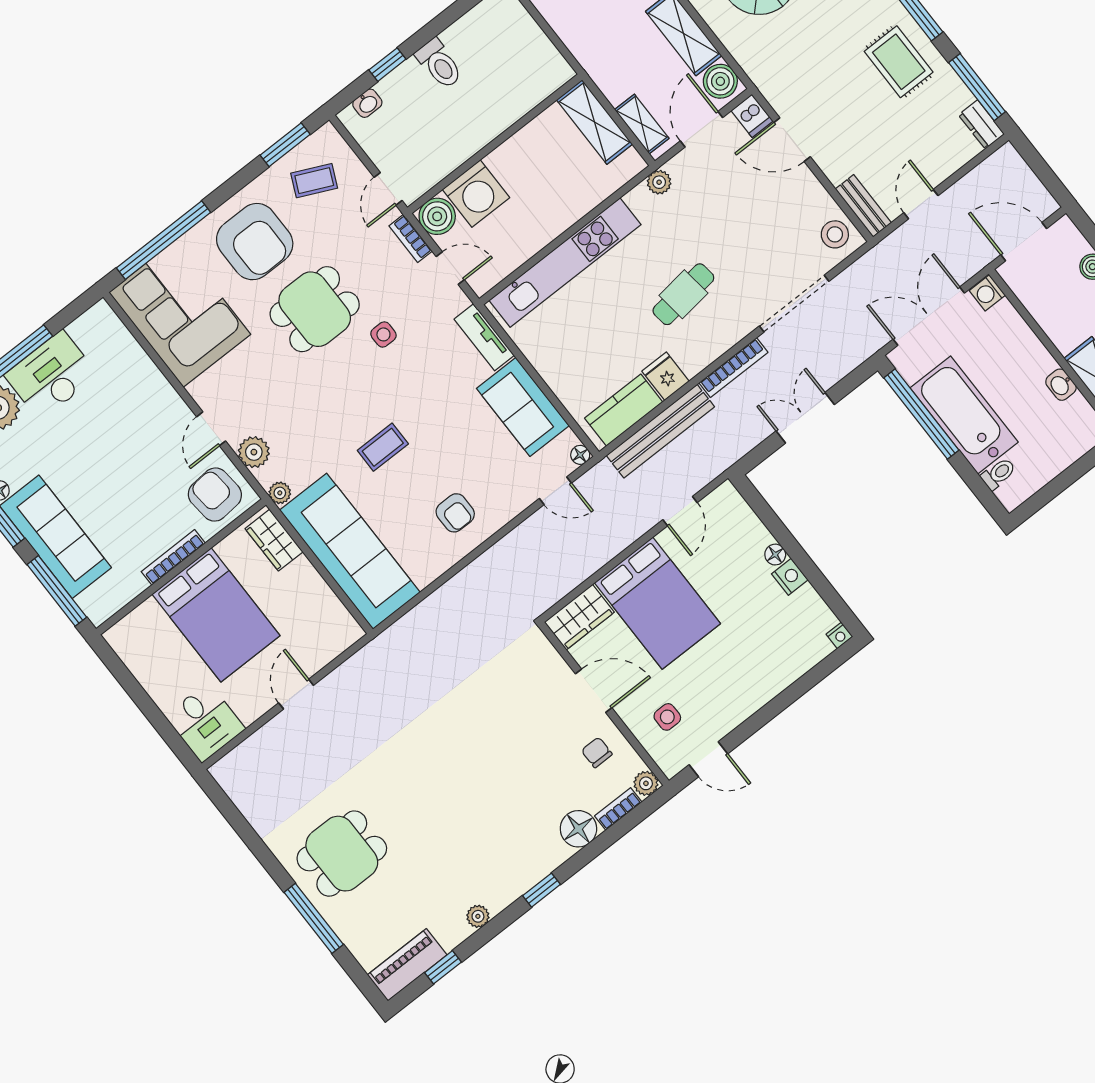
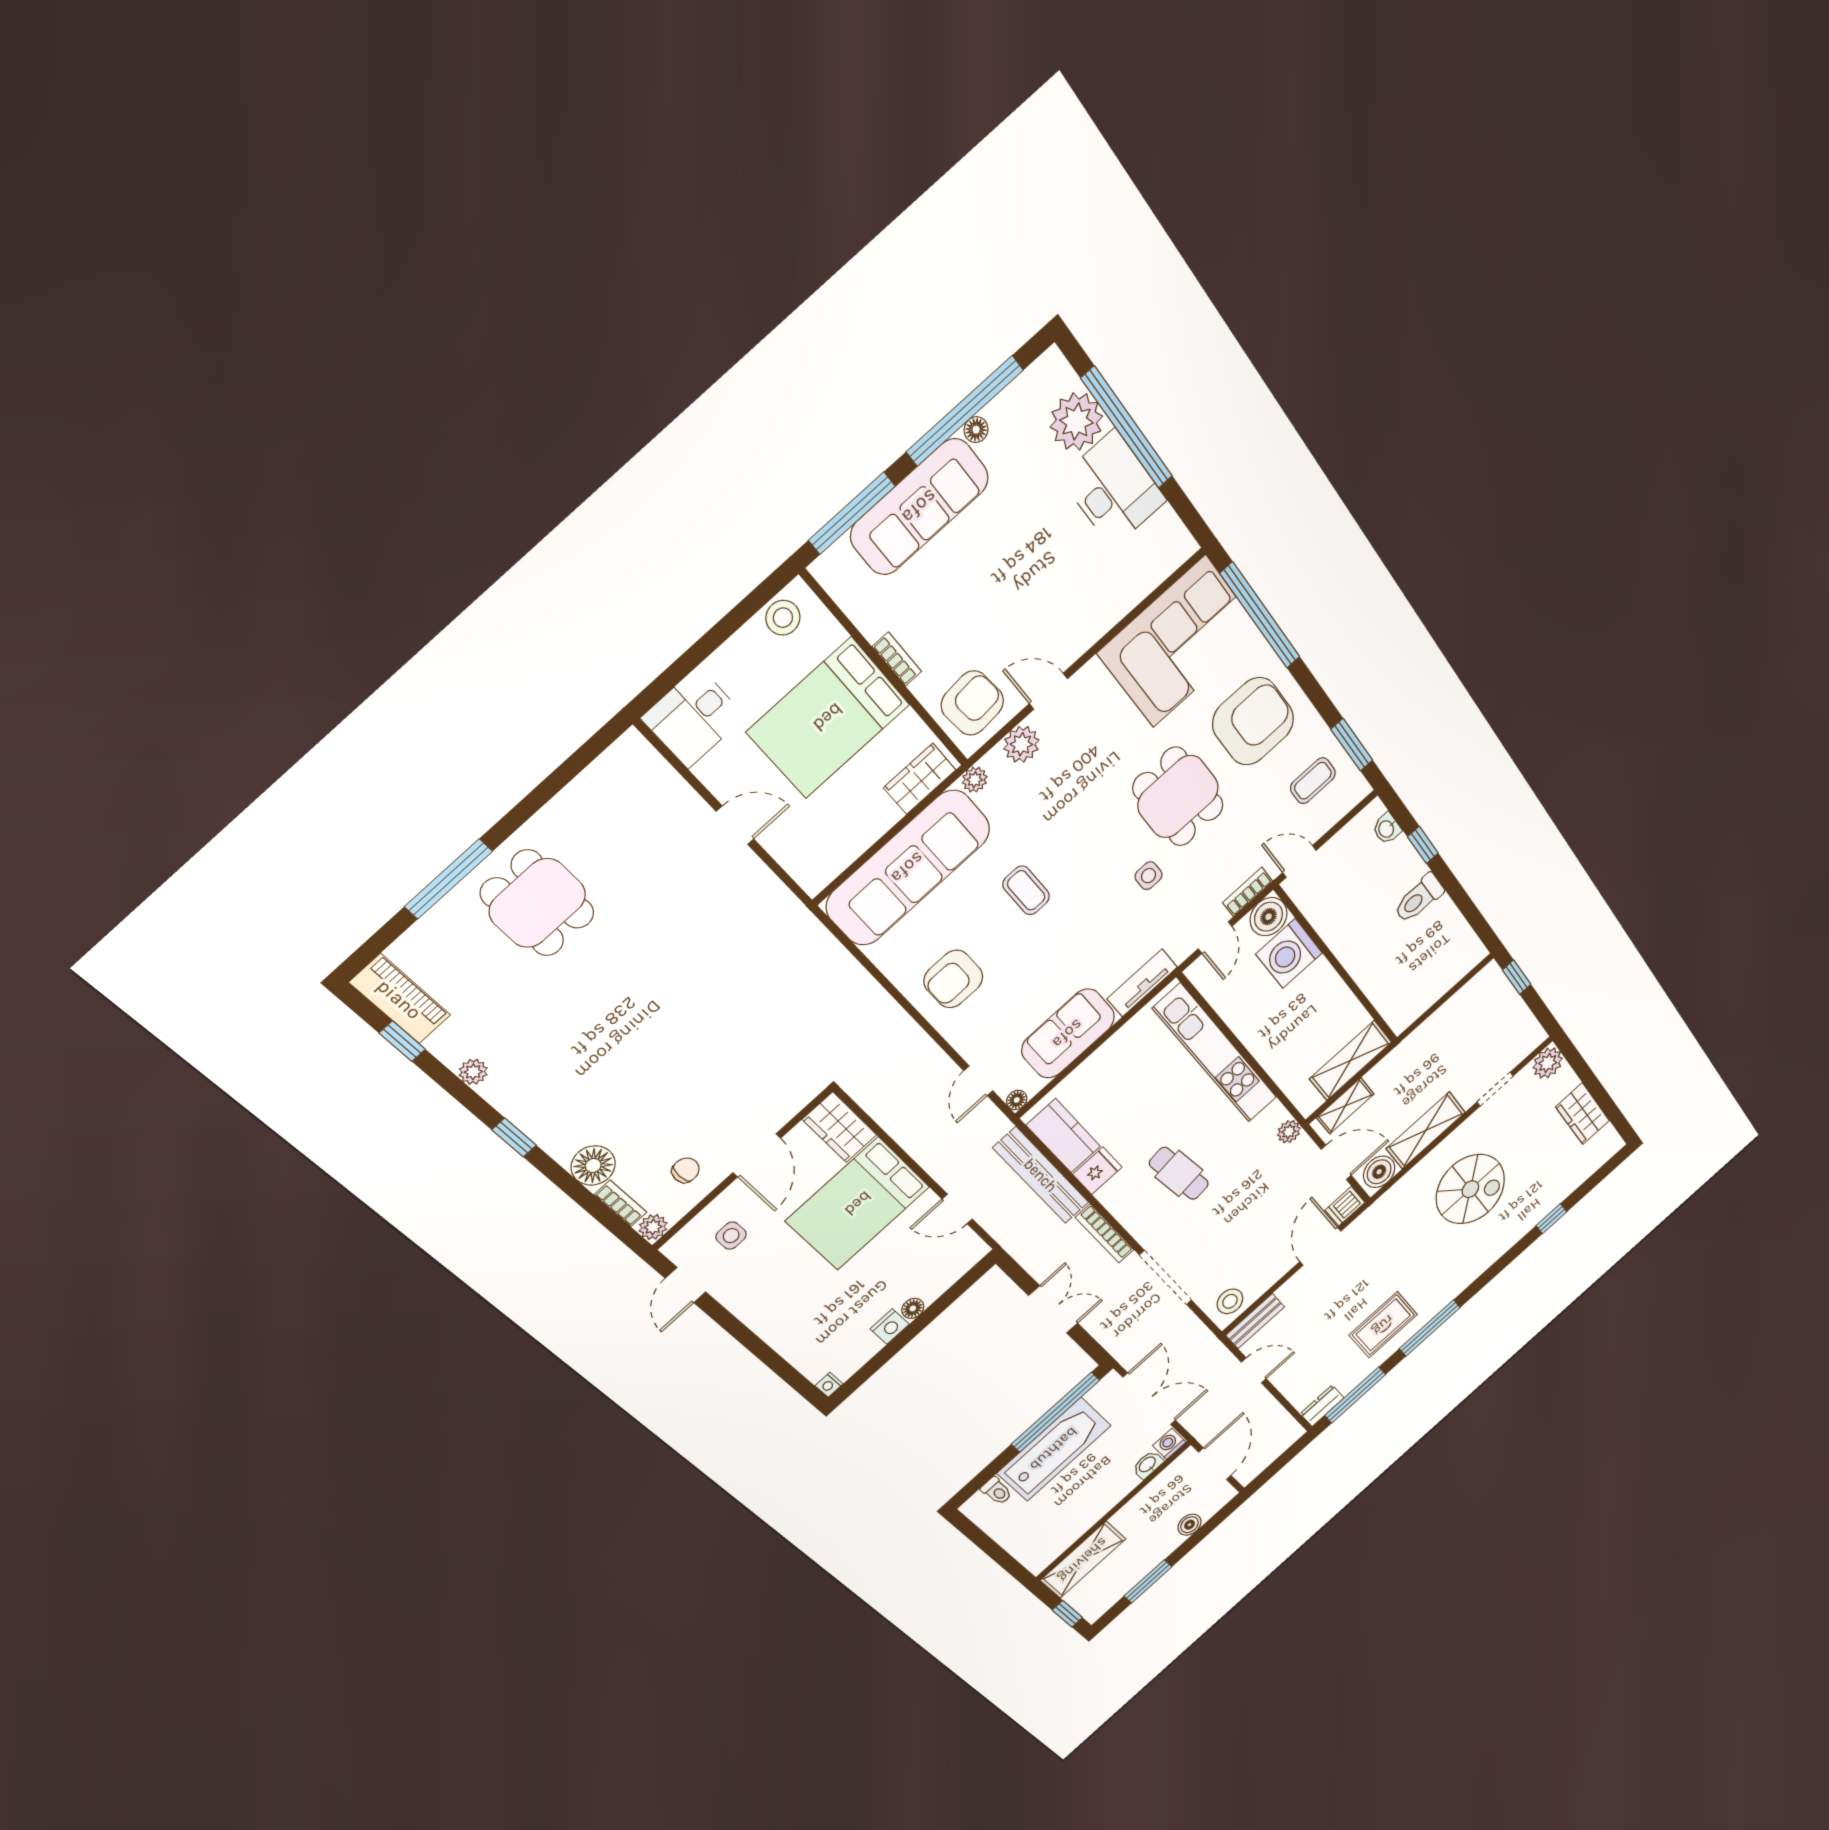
coffee table: (314, 181) -> (1313, 781), turned 65
armchair: (255, 242) -> (1253, 721), turned 180
washbasin: (1061, 385) -> (1148, 1465), moved
armchair: (455, 513) -> (953, 979), width x1.38, depth x1.38
bookcase: (173, 557) -> (897, 659), width x0.64
stool: (133, 648) -> (783, 618), added

